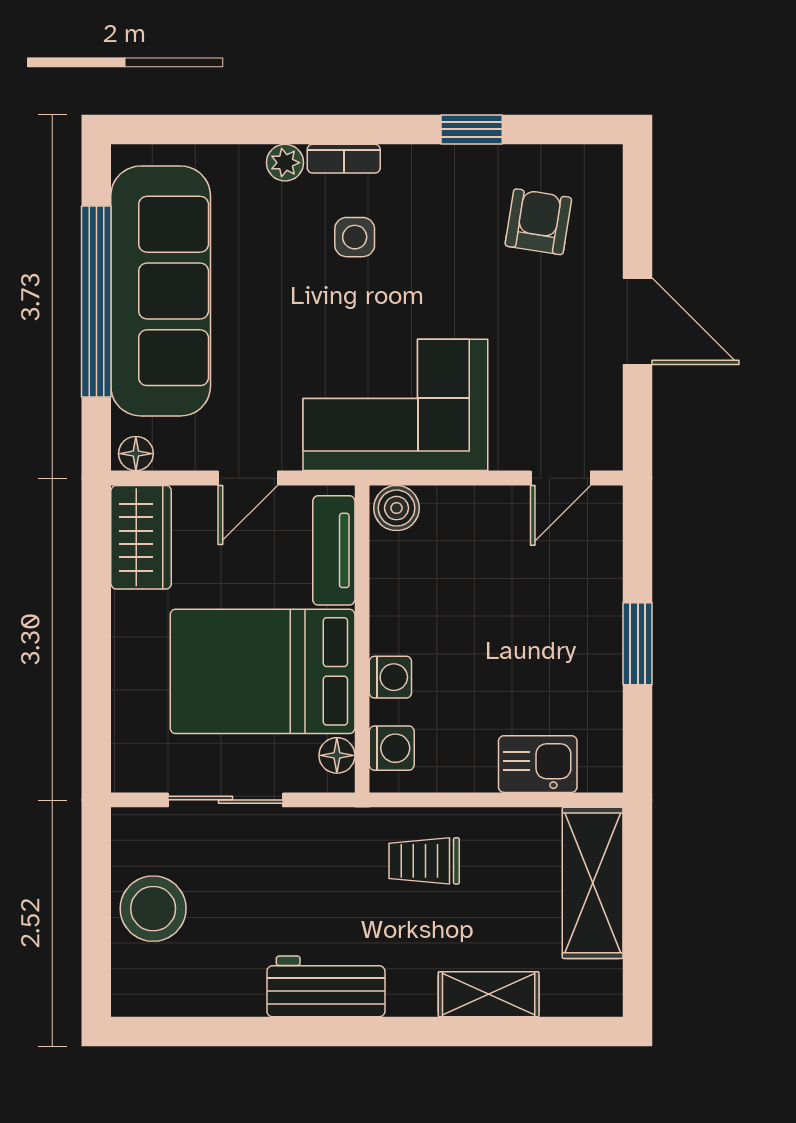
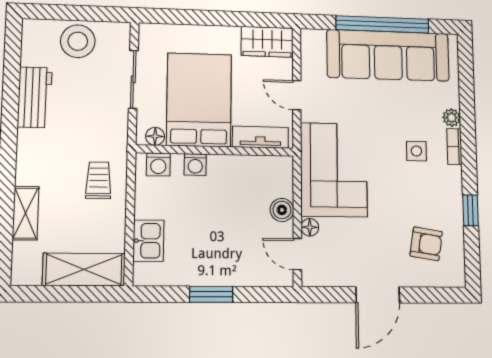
floor lamp: (136, 454) -> (310, 227), moved
boiler: (397, 508) -> (282, 210), moved
workbench: (326, 986) -> (35, 97), moved

